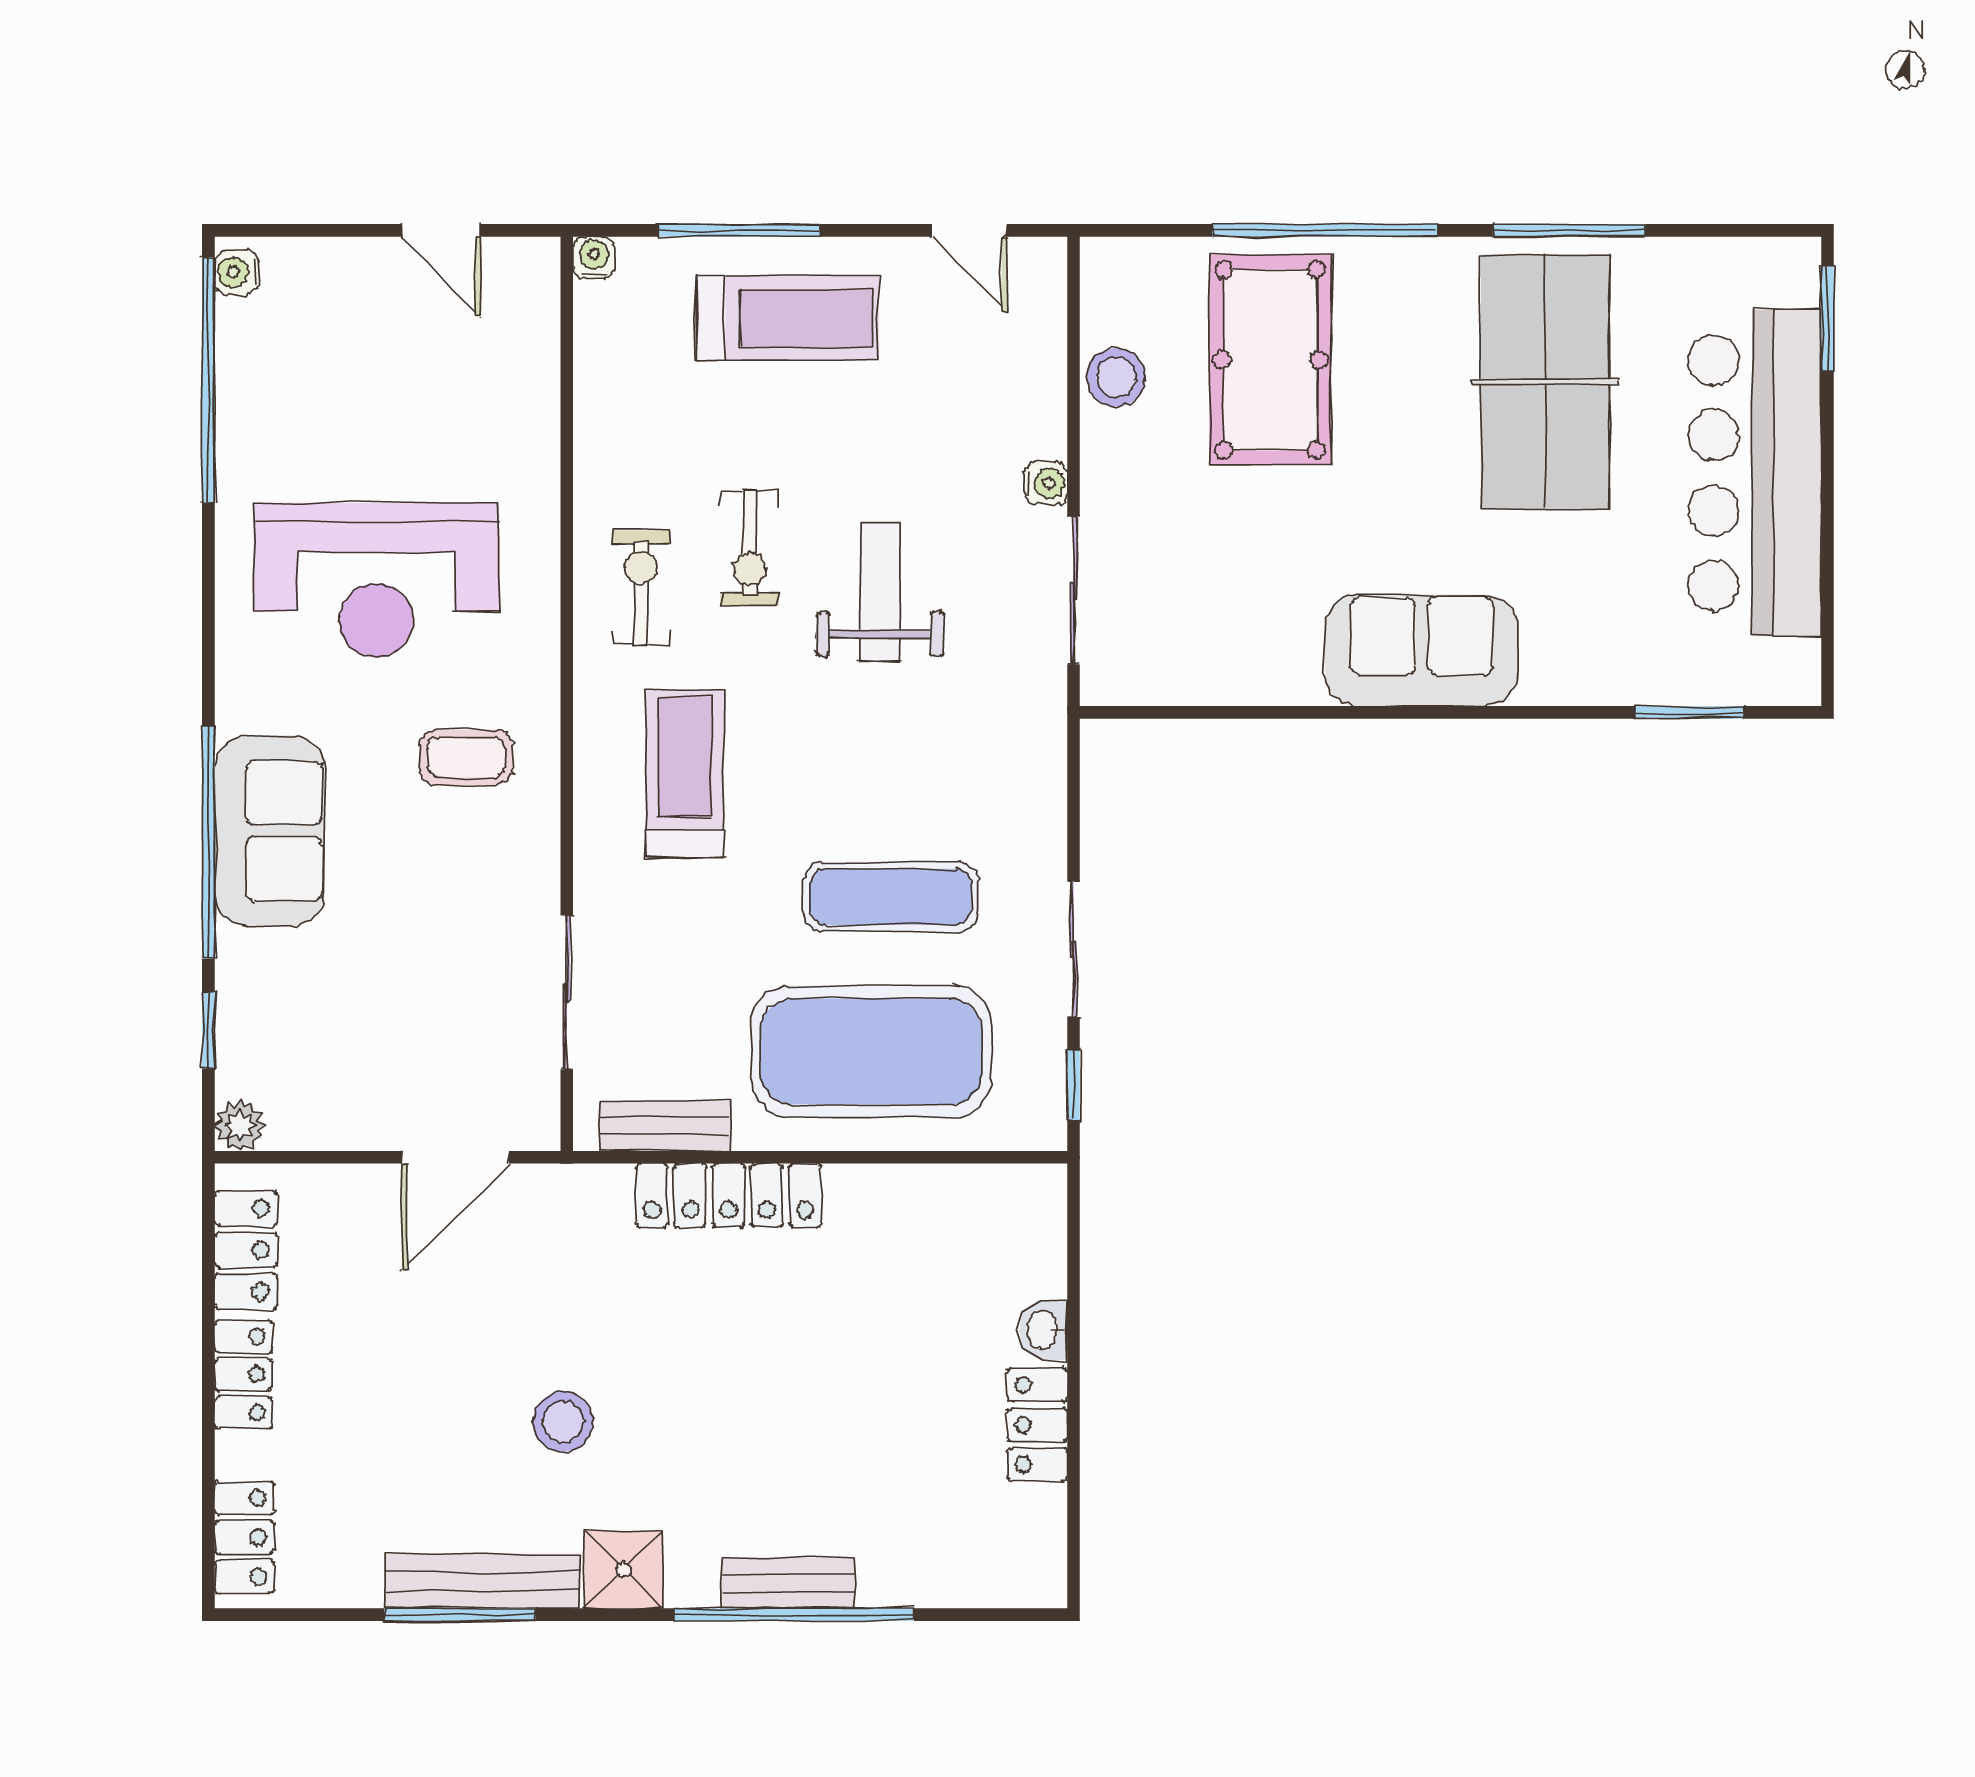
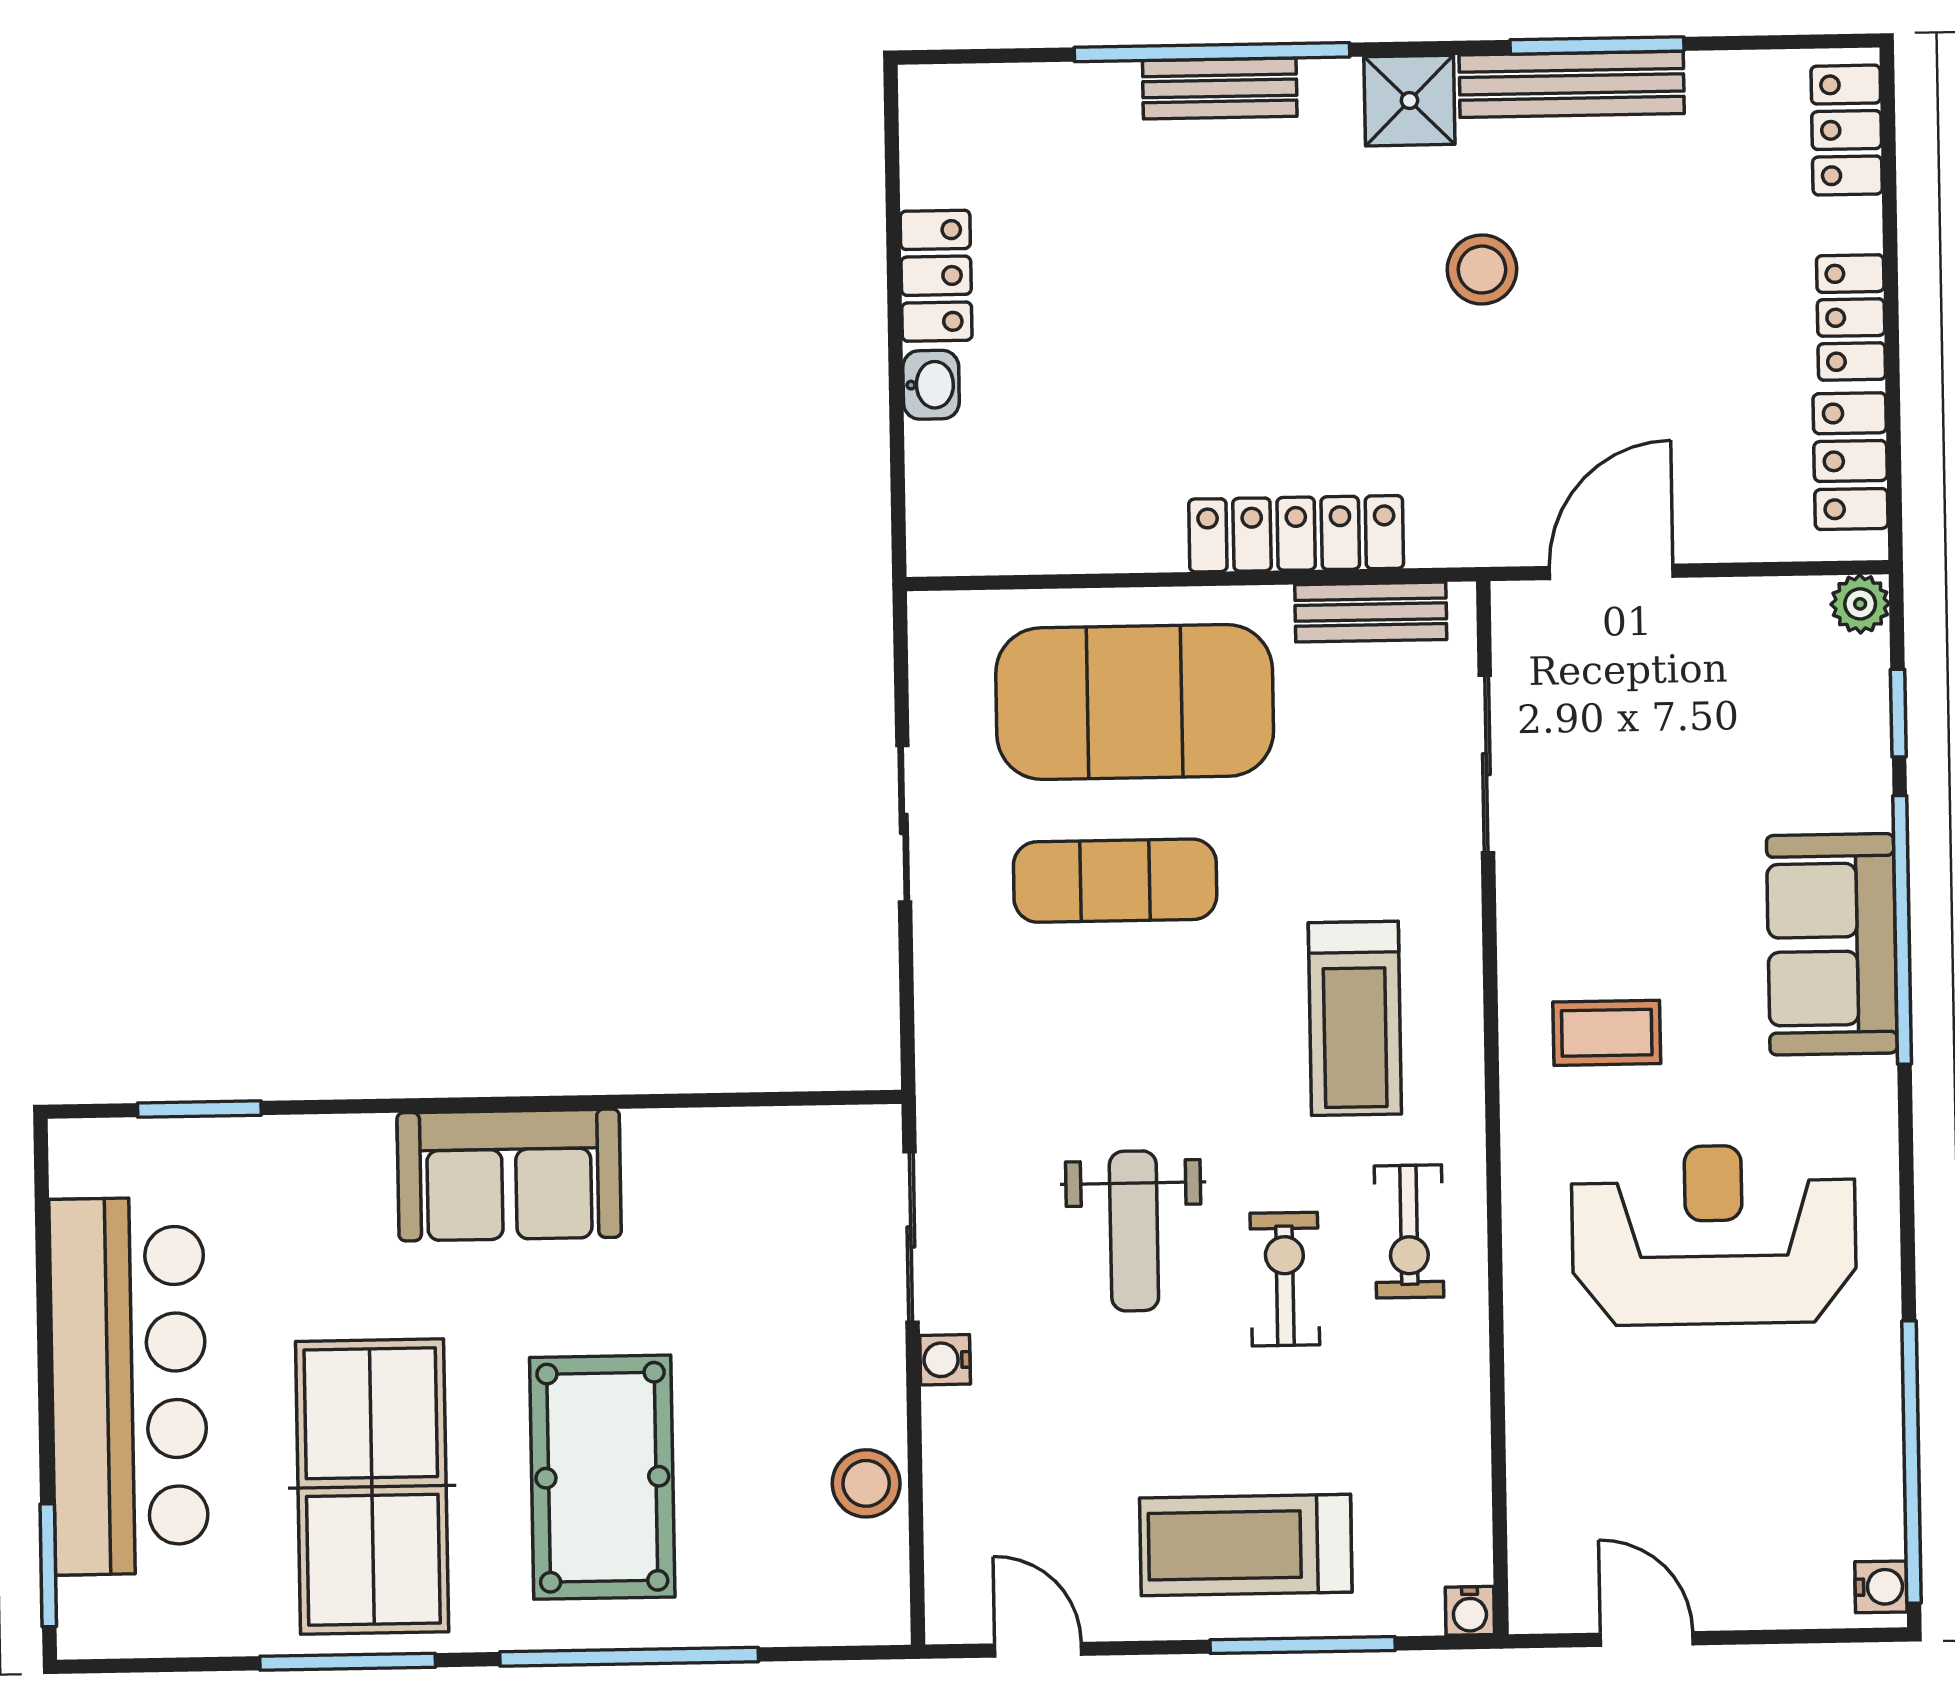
pool table: (1270, 360) -> (602, 1477), moved
window: (1074, 1085) -> (901, 668), removed

